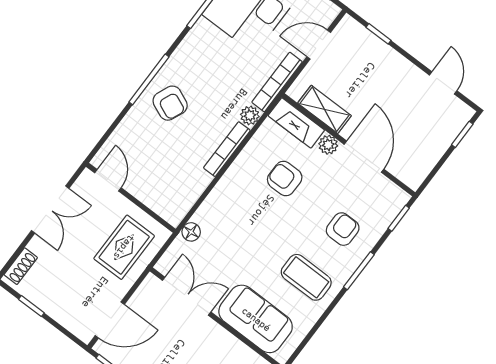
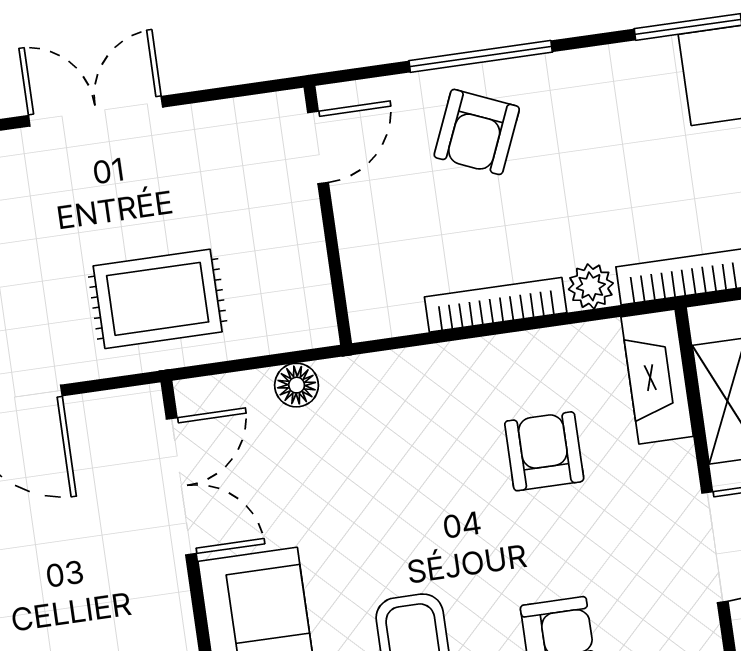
plant: (328, 145) -> (674, 467), removed
door: (108, 180) -> (318, 147), moved
wall: (131, 198) -> (328, 215), moved
double door: (50, 210) -> (96, 111), swing flipped

